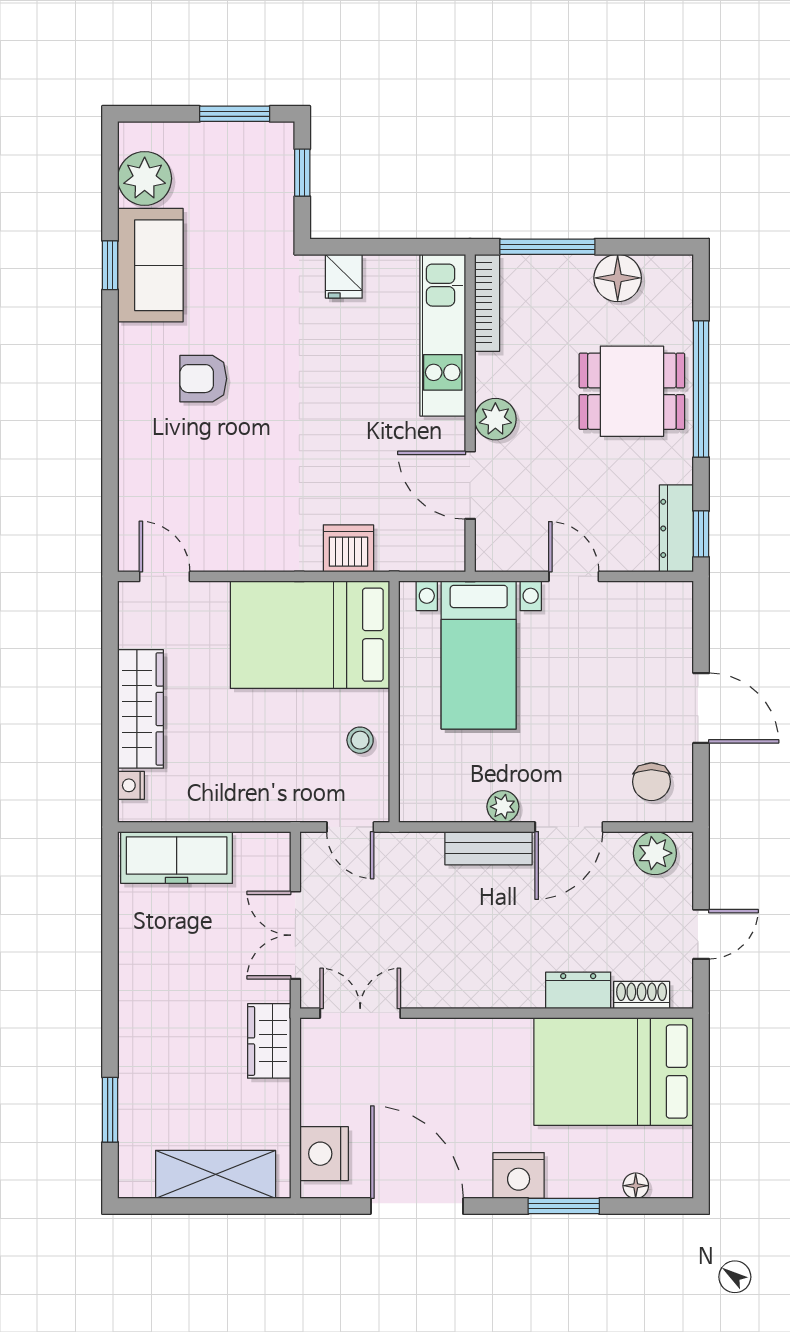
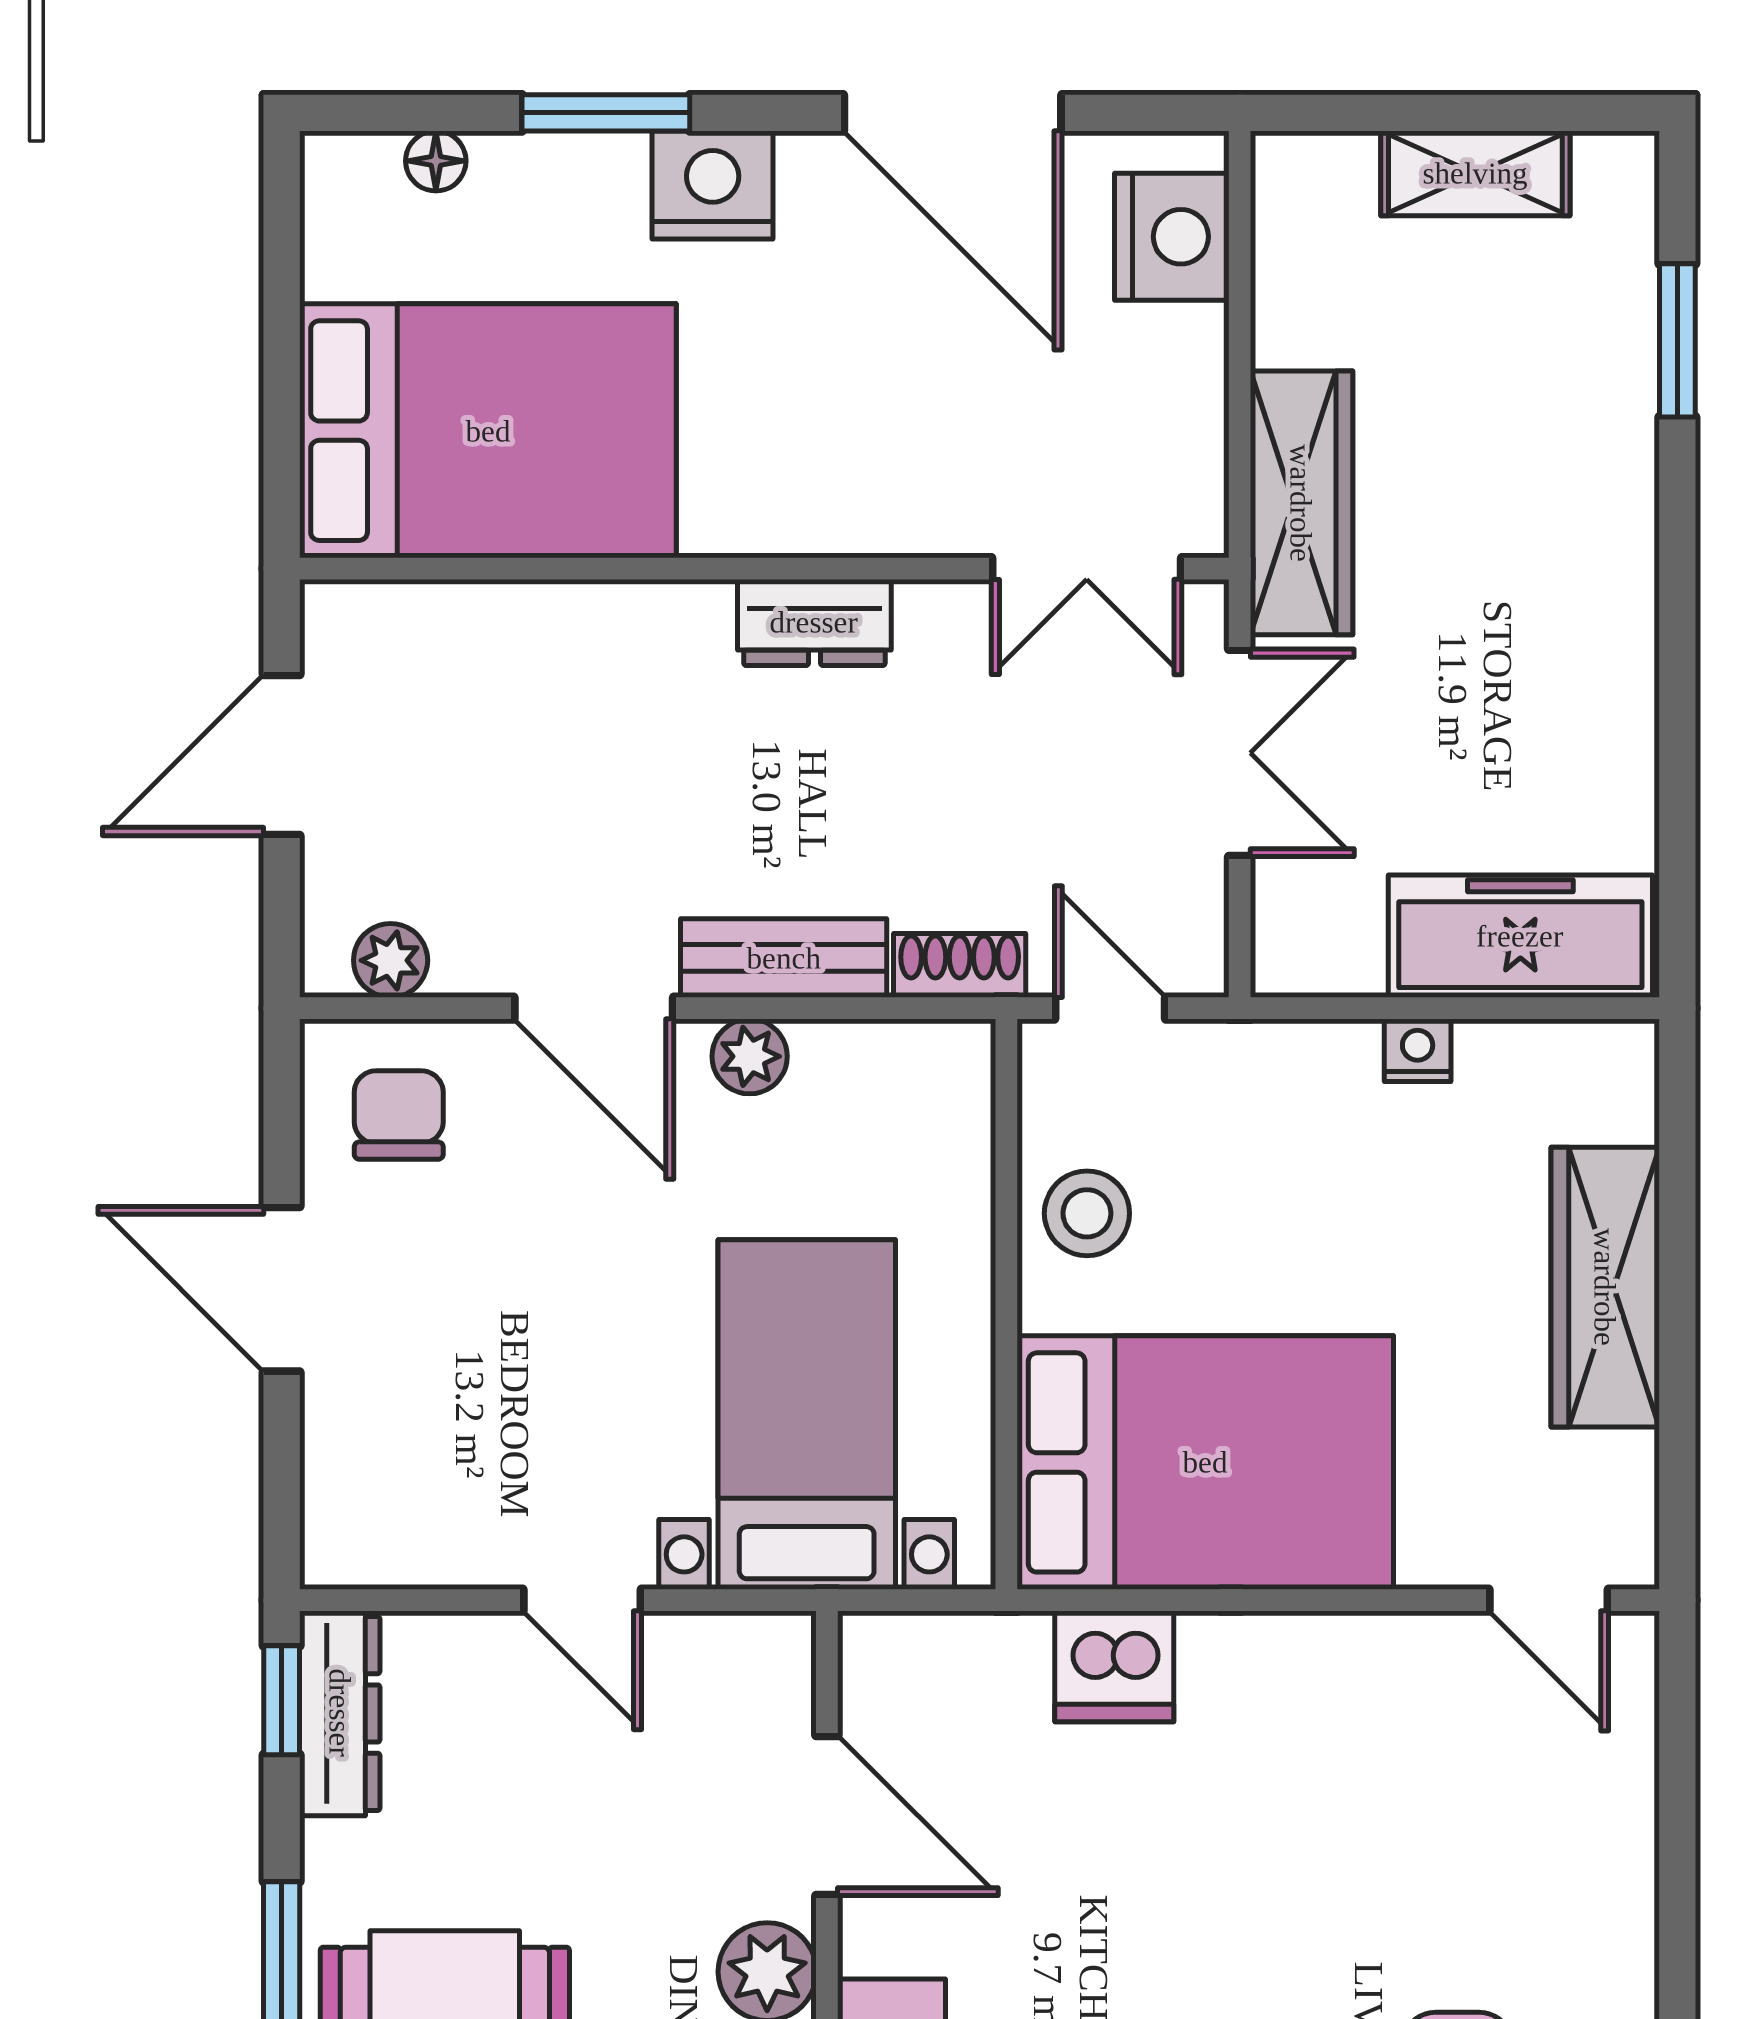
stool: (360, 740) -> (1087, 1213), width x1.37, depth x1.37
nightstand: (131, 785) -> (1418, 1050), moved, turned -90
door: (569, 827) -> (594, 1008), swing flipped
plant: (655, 853) -> (391, 960), width x0.73, depth x0.73
door: (701, 934) -> (282, 755), width x1.38
dresser: (578, 990) -> (814, 622), moved
shoe rack: (642, 995) -> (960, 965), moved, turned 180
wardrobe: (269, 1041) -> (1301, 503), width x1.50
shelving: (216, 1174) -> (1475, 173), width x0.67, depth x0.75

